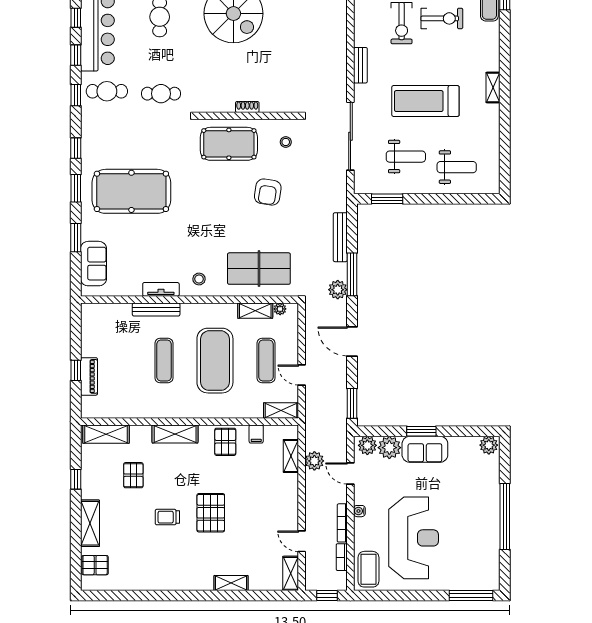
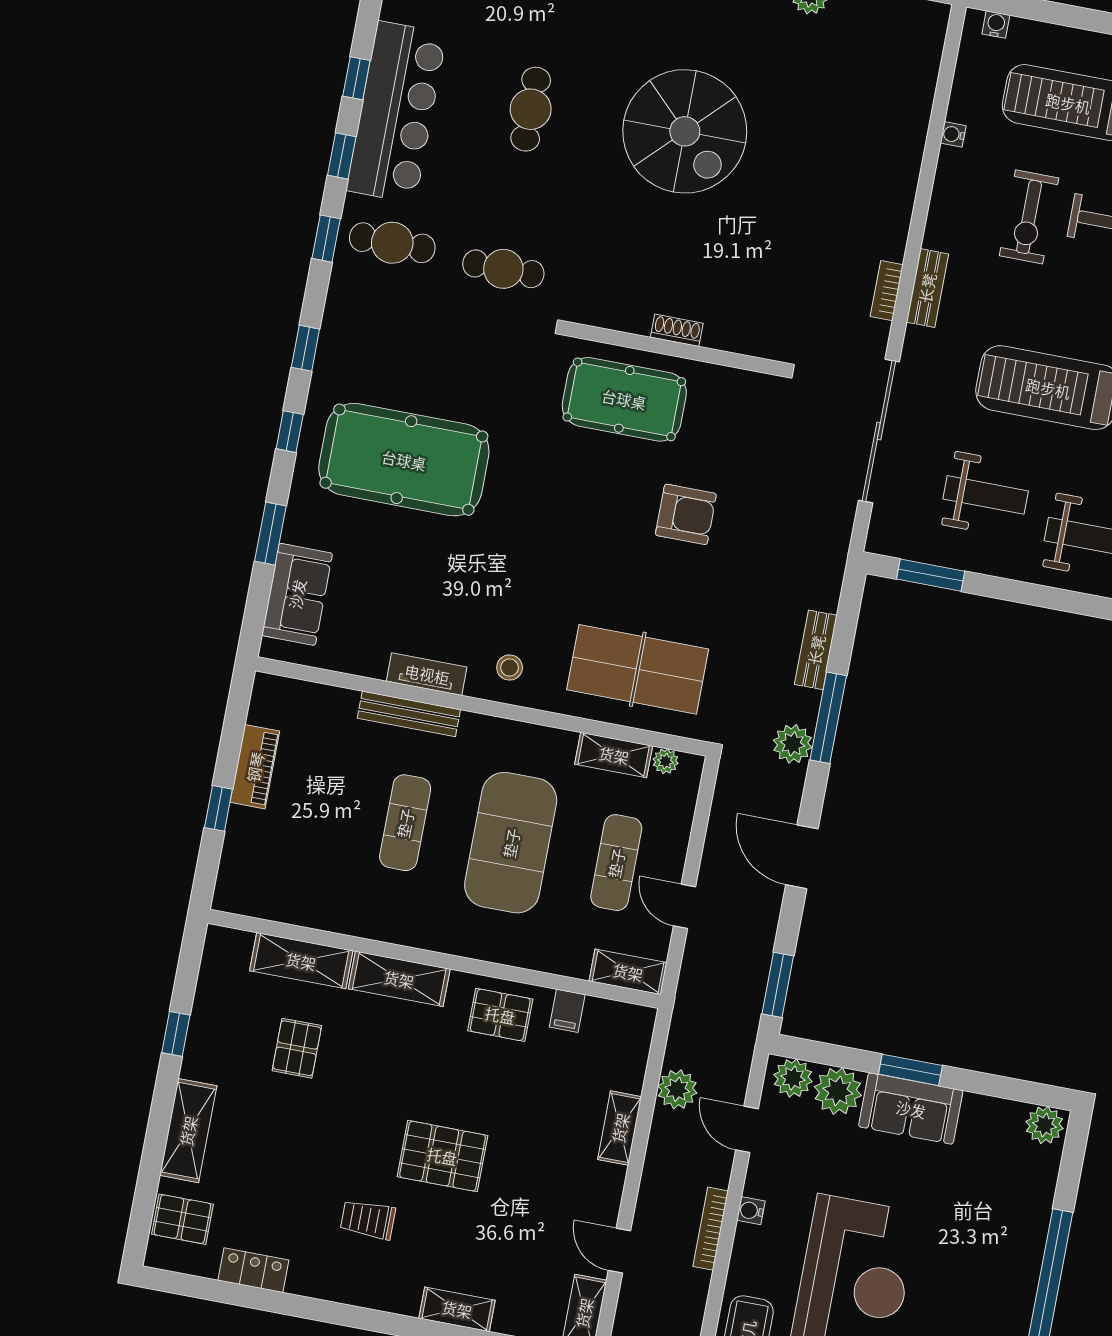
stool: (286, 142) -> (743, 418), removed
window: (76, 188) -> (290, 432), width x0.67
armchair: (268, 192) -> (686, 514), turned -99
bench: (340, 237) -> (816, 650), width x0.73
piano: (89, 376) -> (255, 767), moved
shelving: (106, 434) -> (301, 961), moved
pallet: (225, 442) -> (500, 1015), turned 90
shelving: (291, 456) -> (620, 1128), moved
pallet: (211, 513) -> (442, 1156), turned 90
trolley: (167, 517) -> (368, 1220), moved
bookcase: (342, 557) -> (887, 291), moved
locker: (133, 583) -> (253, 1270), added

